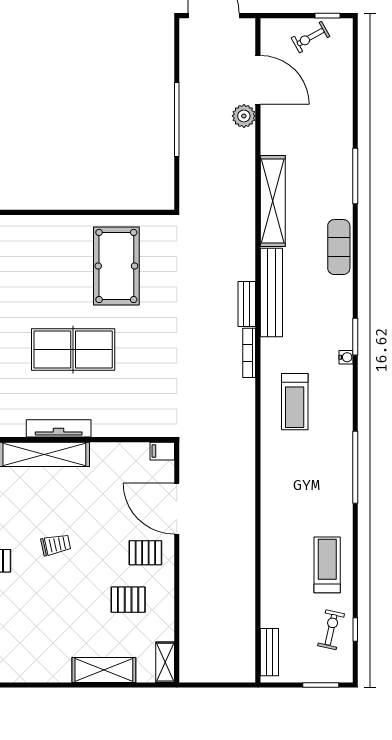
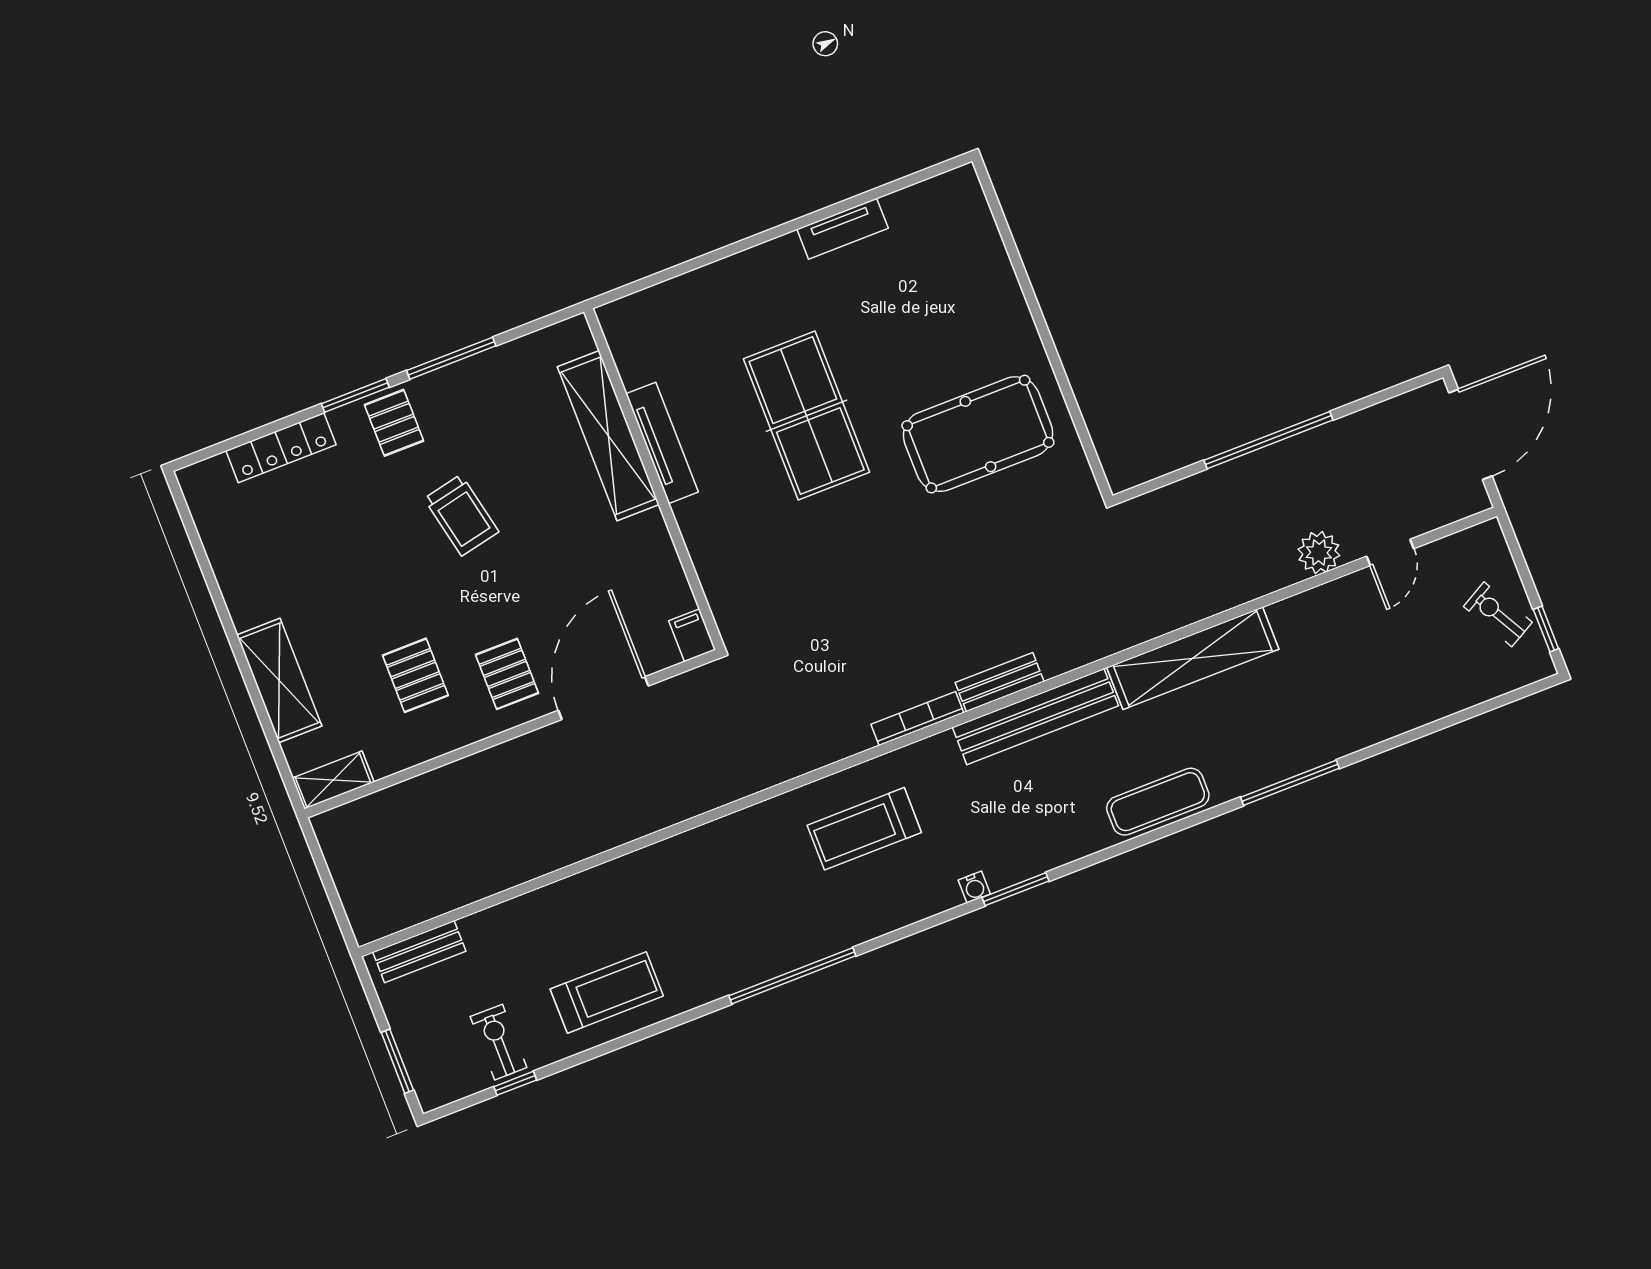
door: (258, 80) -> (1390, 552), width x0.53
trolley: (56, 545) -> (461, 515), width x1.36, depth x1.39
exercise bike: (331, 630) -> (499, 1042), turned -103

